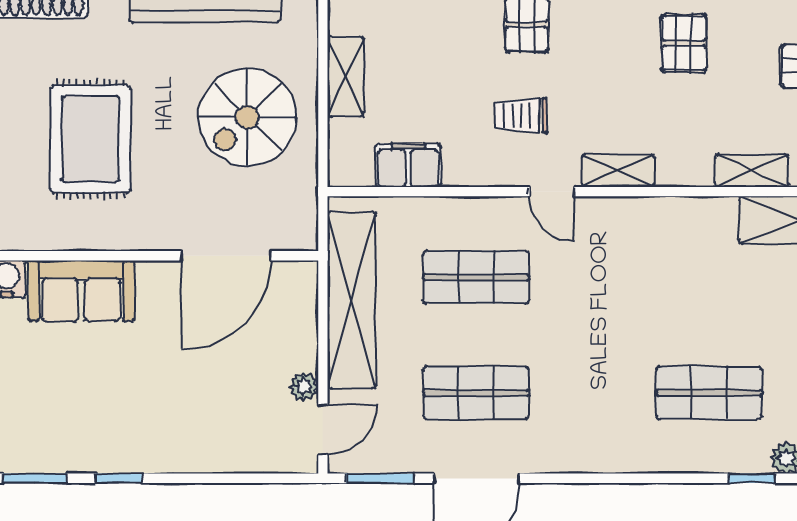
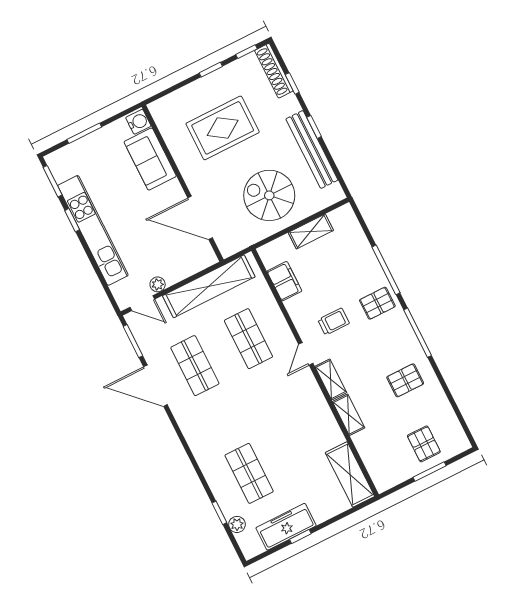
trolley: (520, 116) -> (334, 322), turned 90
shelving: (752, 171) -> (349, 415), moved
kitchen unit: (155, 451) -> (93, 230), added

